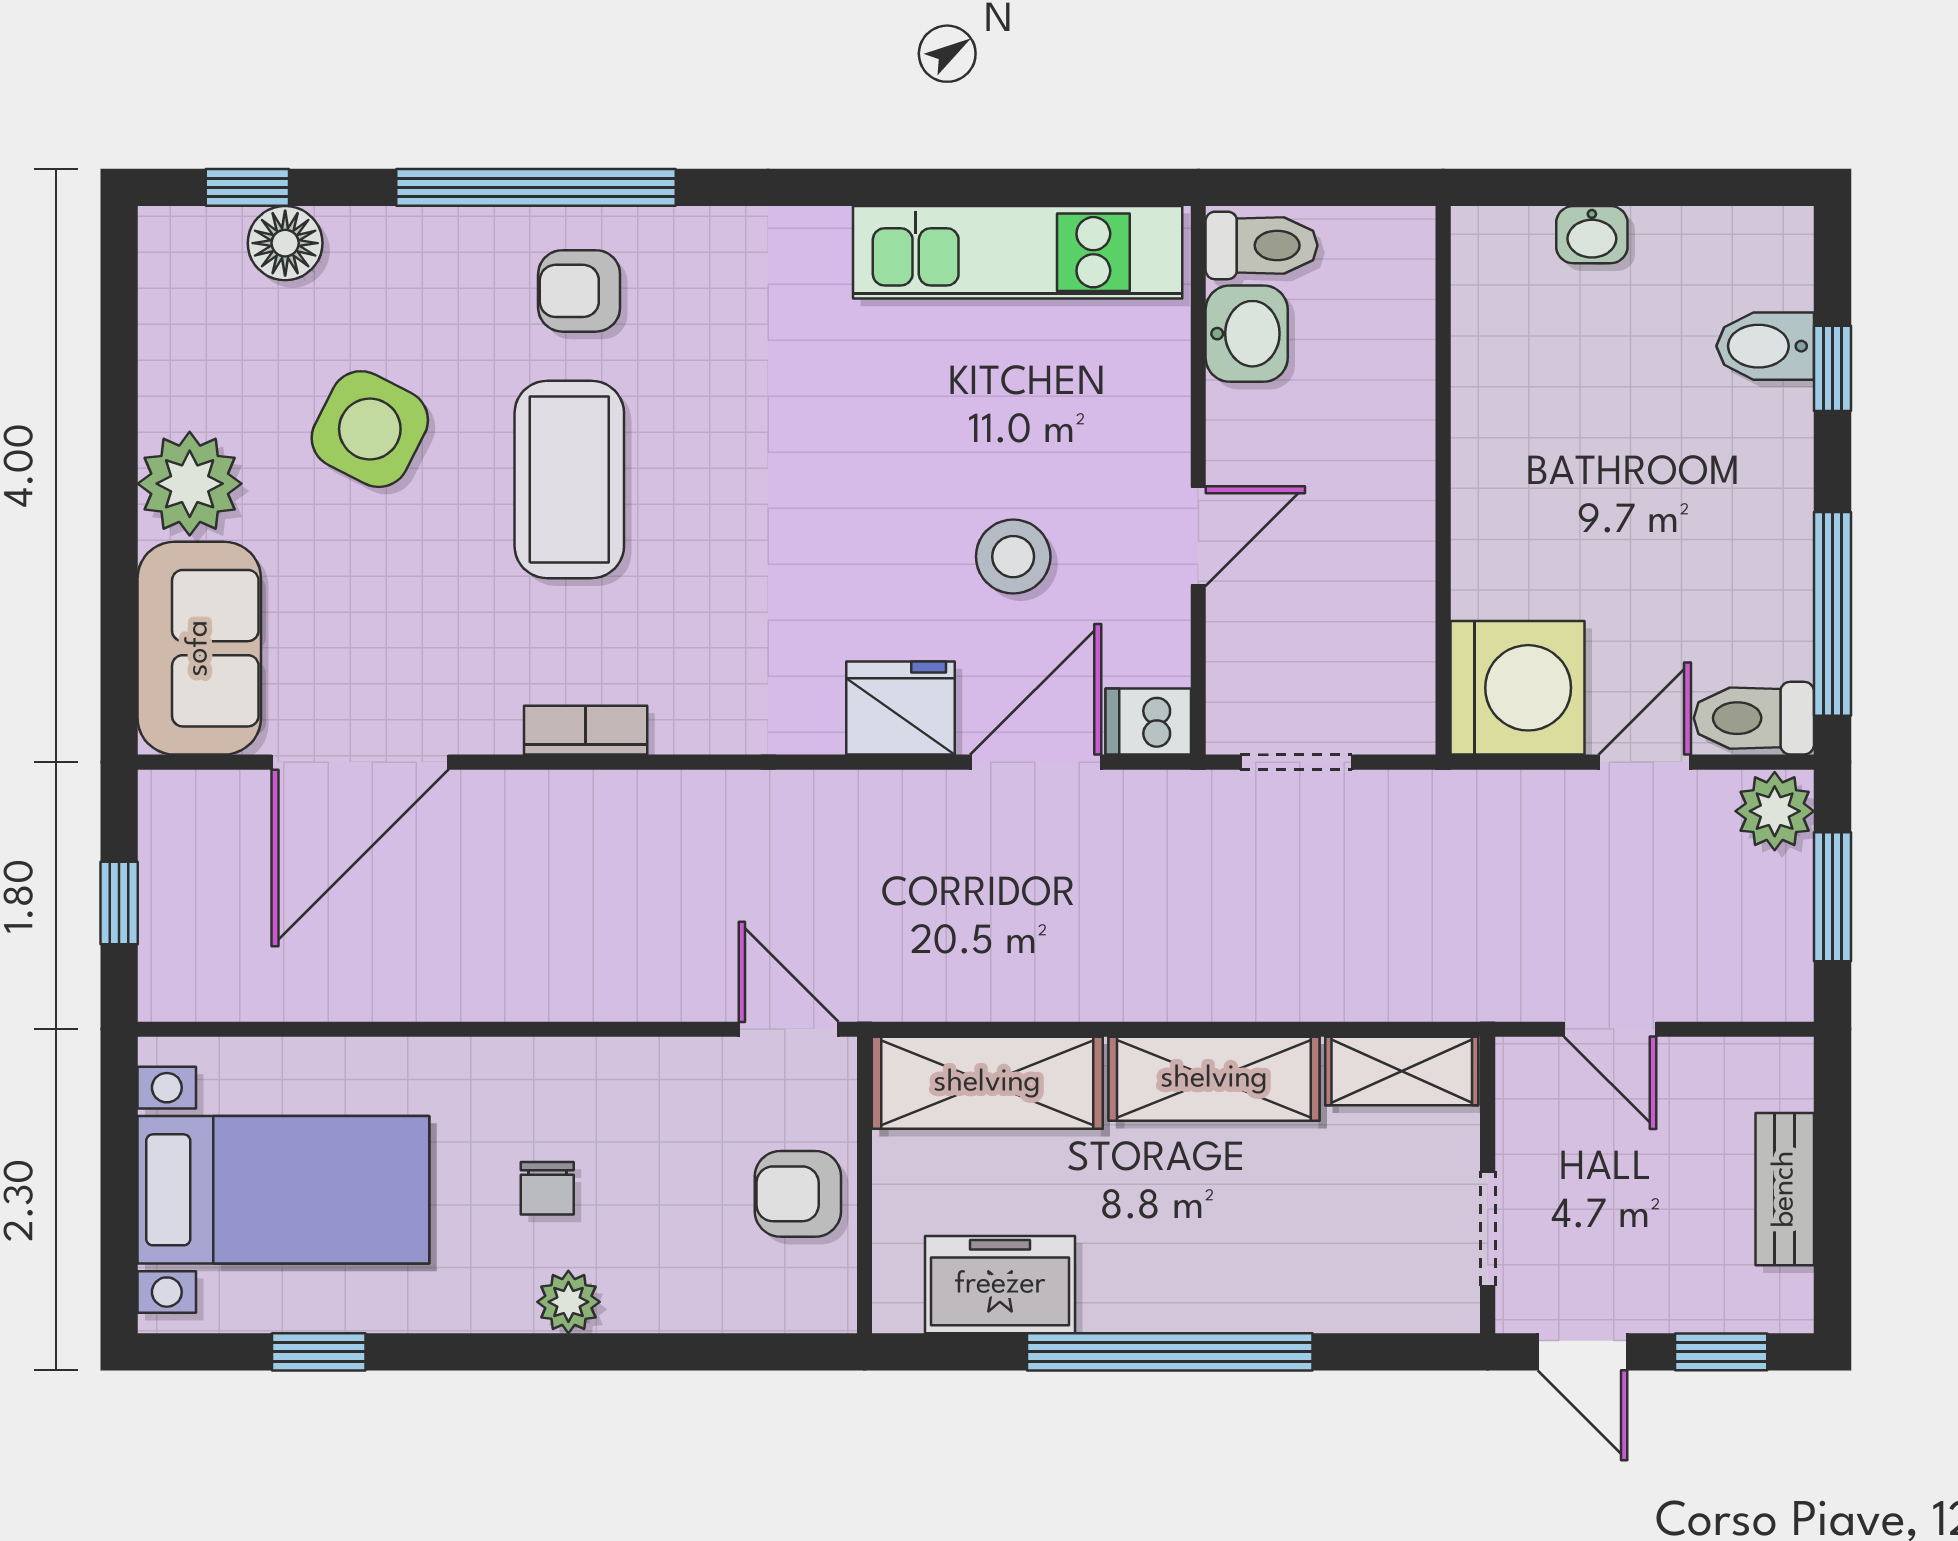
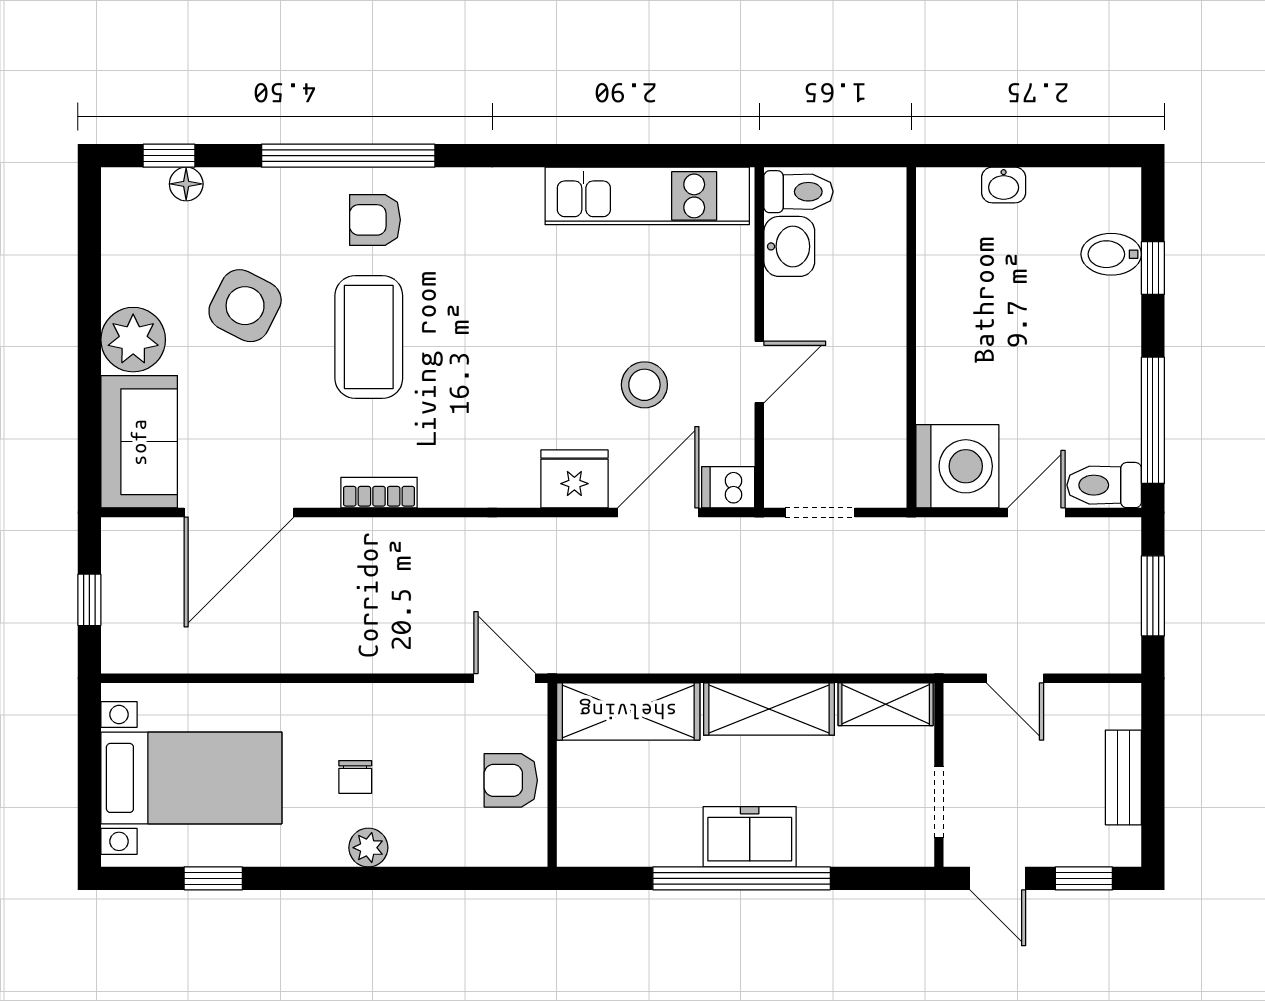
floor lamp: (285, 243) -> (186, 184), width x0.73, depth x0.73
plant: (1775, 811) -> (1117, 543), removed
freezer: (1000, 1285) -> (750, 837), moved

